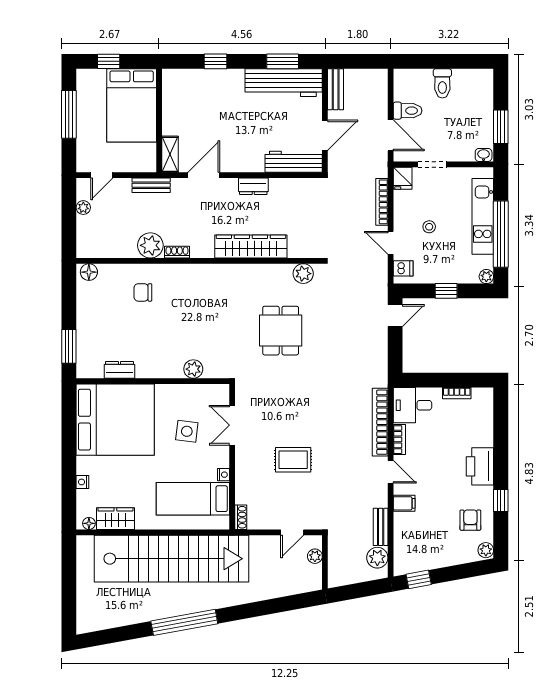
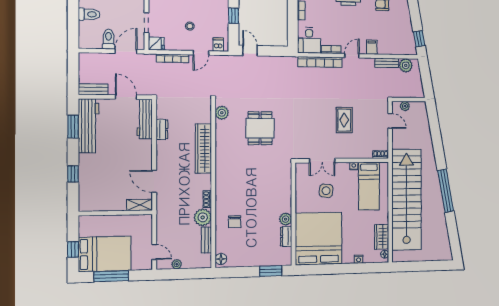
bed: (132, 105) -> (105, 254), moved
bench: (151, 185) -> (206, 240), moved
dresser: (253, 186) -> (162, 129), moved
dining table: (281, 331) -> (260, 128), turned 90
plant: (193, 369) -> (286, 219), moved

